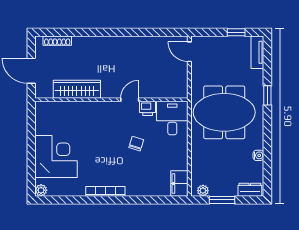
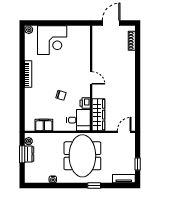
wardrobe: (77, 89) -> (98, 115), moved
door: (130, 100) -> (91, 78), moved
filing cabinet: (179, 184) -> (44, 125), moved
dresser: (250, 190) -> (29, 154), moved

